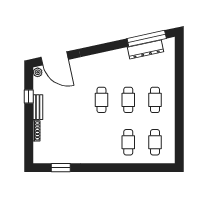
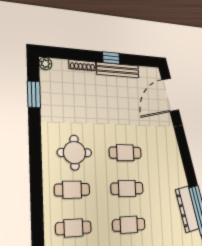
plant: (38, 72) -> (45, 64), moved
window: (29, 97) -> (111, 58), moved
bench: (38, 107) -> (118, 70), width x1.36
round table: (102, 139) -> (74, 153), added

